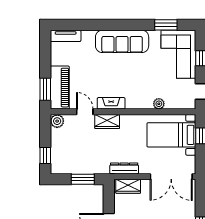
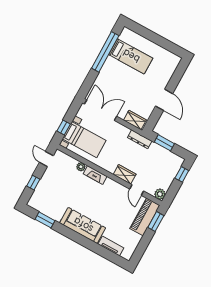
tv unit: (66, 36) -> (111, 246), moved
corner sofa: (178, 54) -> (48, 194), removed
fireplace: (111, 103) -> (95, 175), moved
dresser: (124, 168) -> (140, 139), moved

